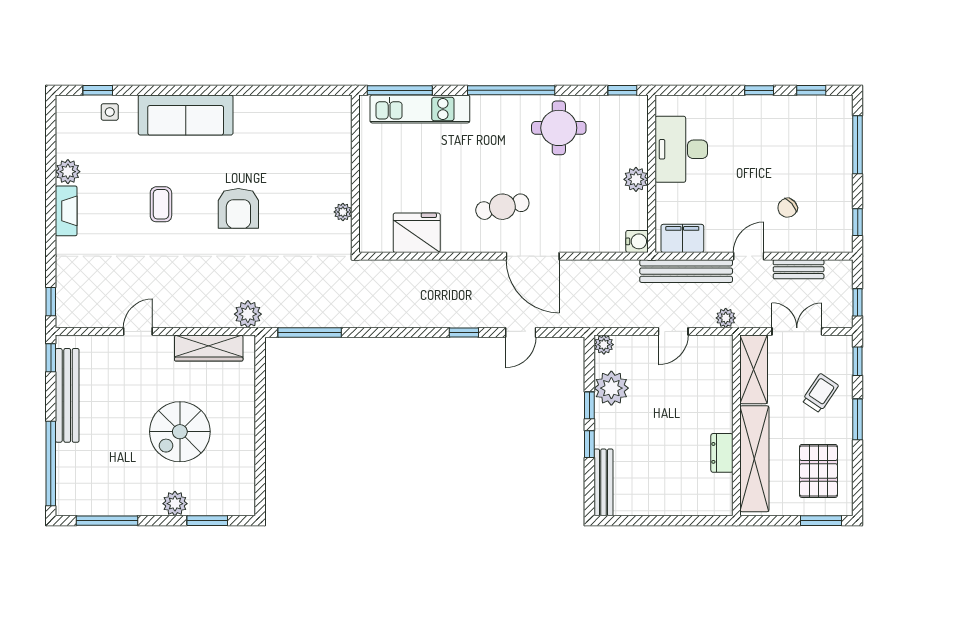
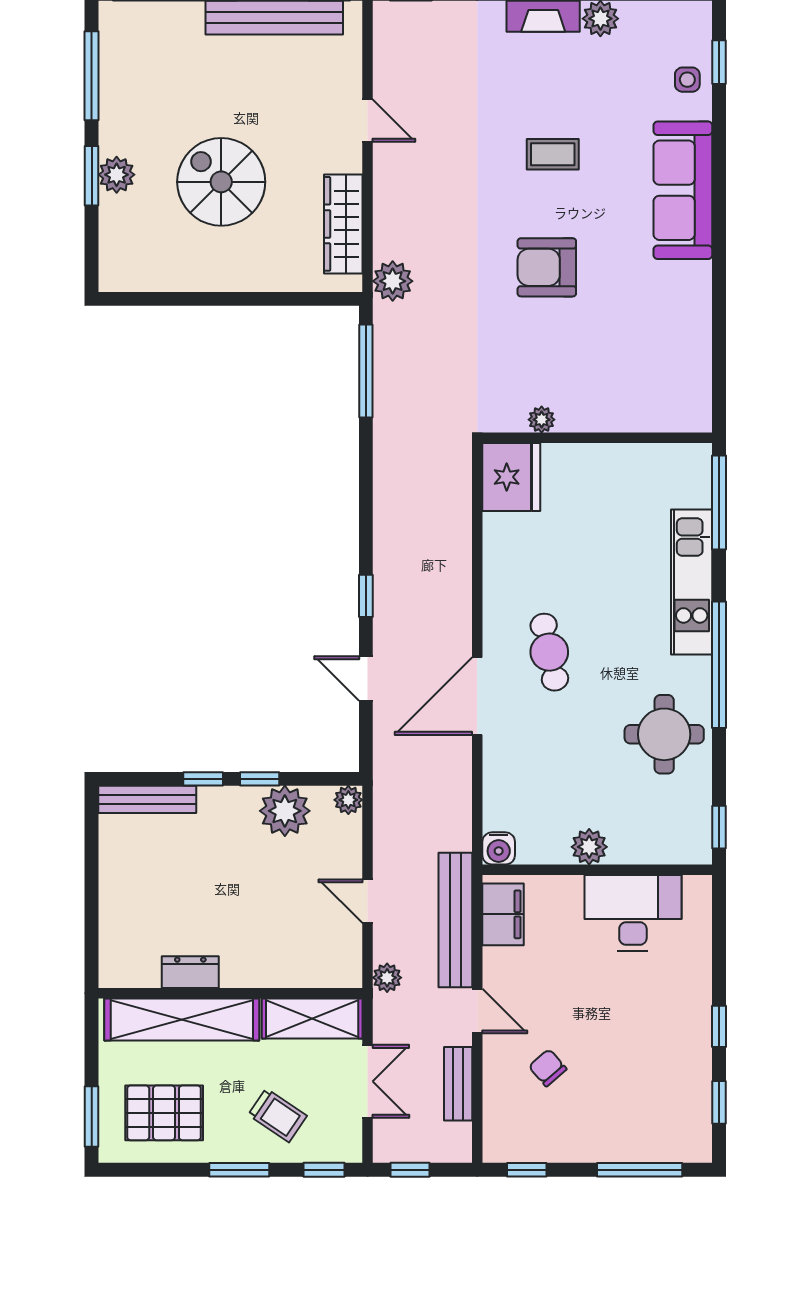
kitchen unit: (420, 109) -> (692, 582), moved
fridge: (417, 233) -> (511, 477), moved
window: (207, 521) -> (92, 176), moved

